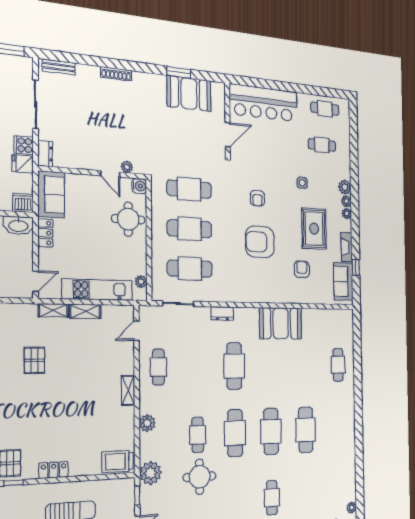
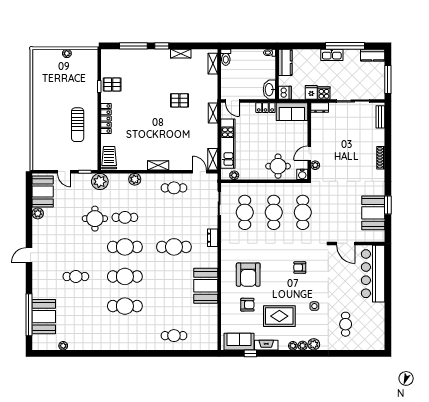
cafe table: (325, 109) -> (375, 327), removed
armchair: (260, 242) -> (248, 275), moved, turned 180
shelving: (85, 311) -> (213, 159), moved
locker: (54, 470) -> (106, 119), width x1.53

